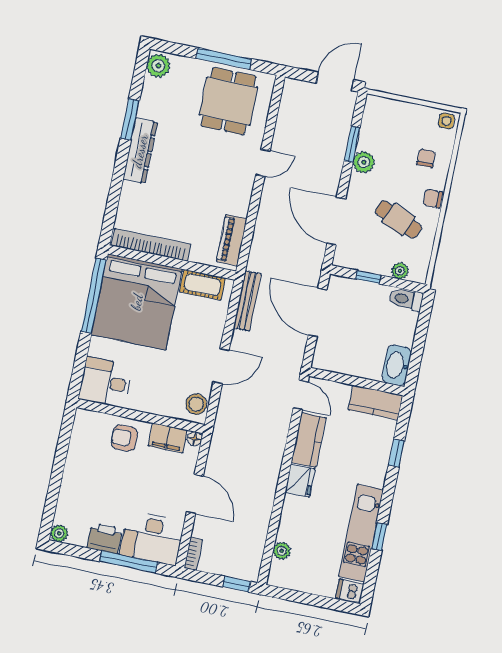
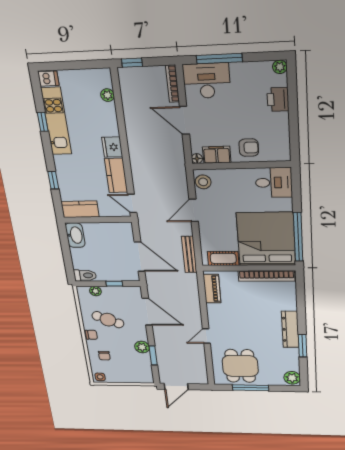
printer: (105, 538) -> (278, 99), moved, turned 90
bookcase: (193, 554) -> (172, 84), width x1.56

